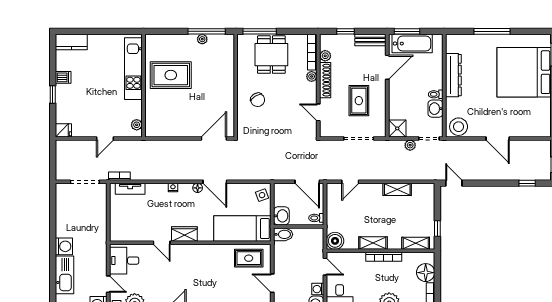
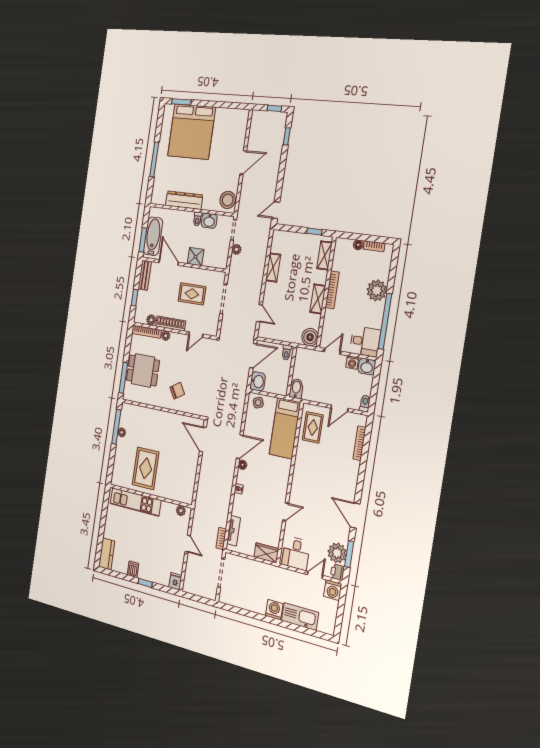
shower: (397, 128) -> (196, 257), moved
washbasin: (281, 216) -> (258, 381), moved, turned 90
wardrobe: (184, 234) -> (266, 553), moved, turned 90
floor lamp: (426, 273) -> (358, 245), width x0.53, depth x0.53

